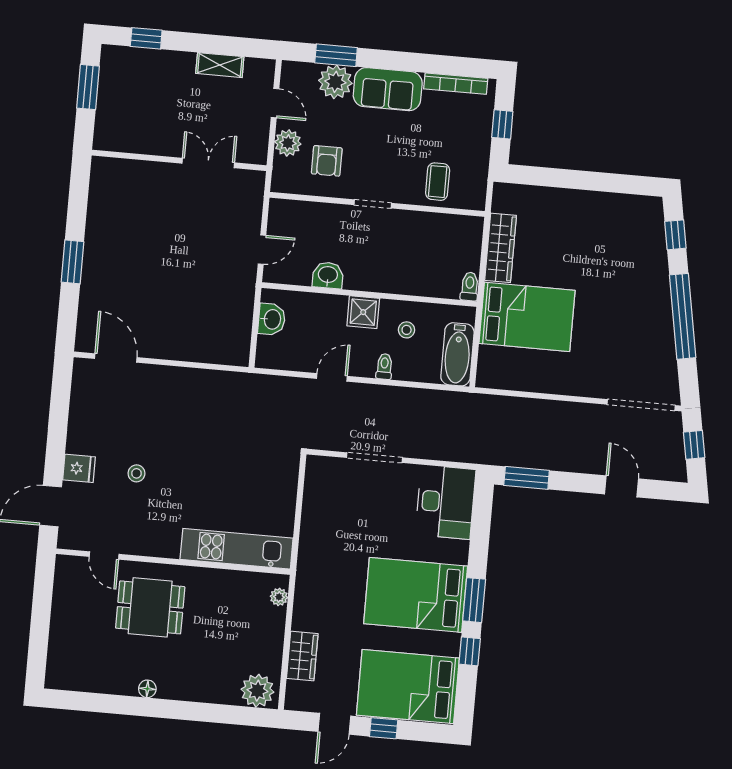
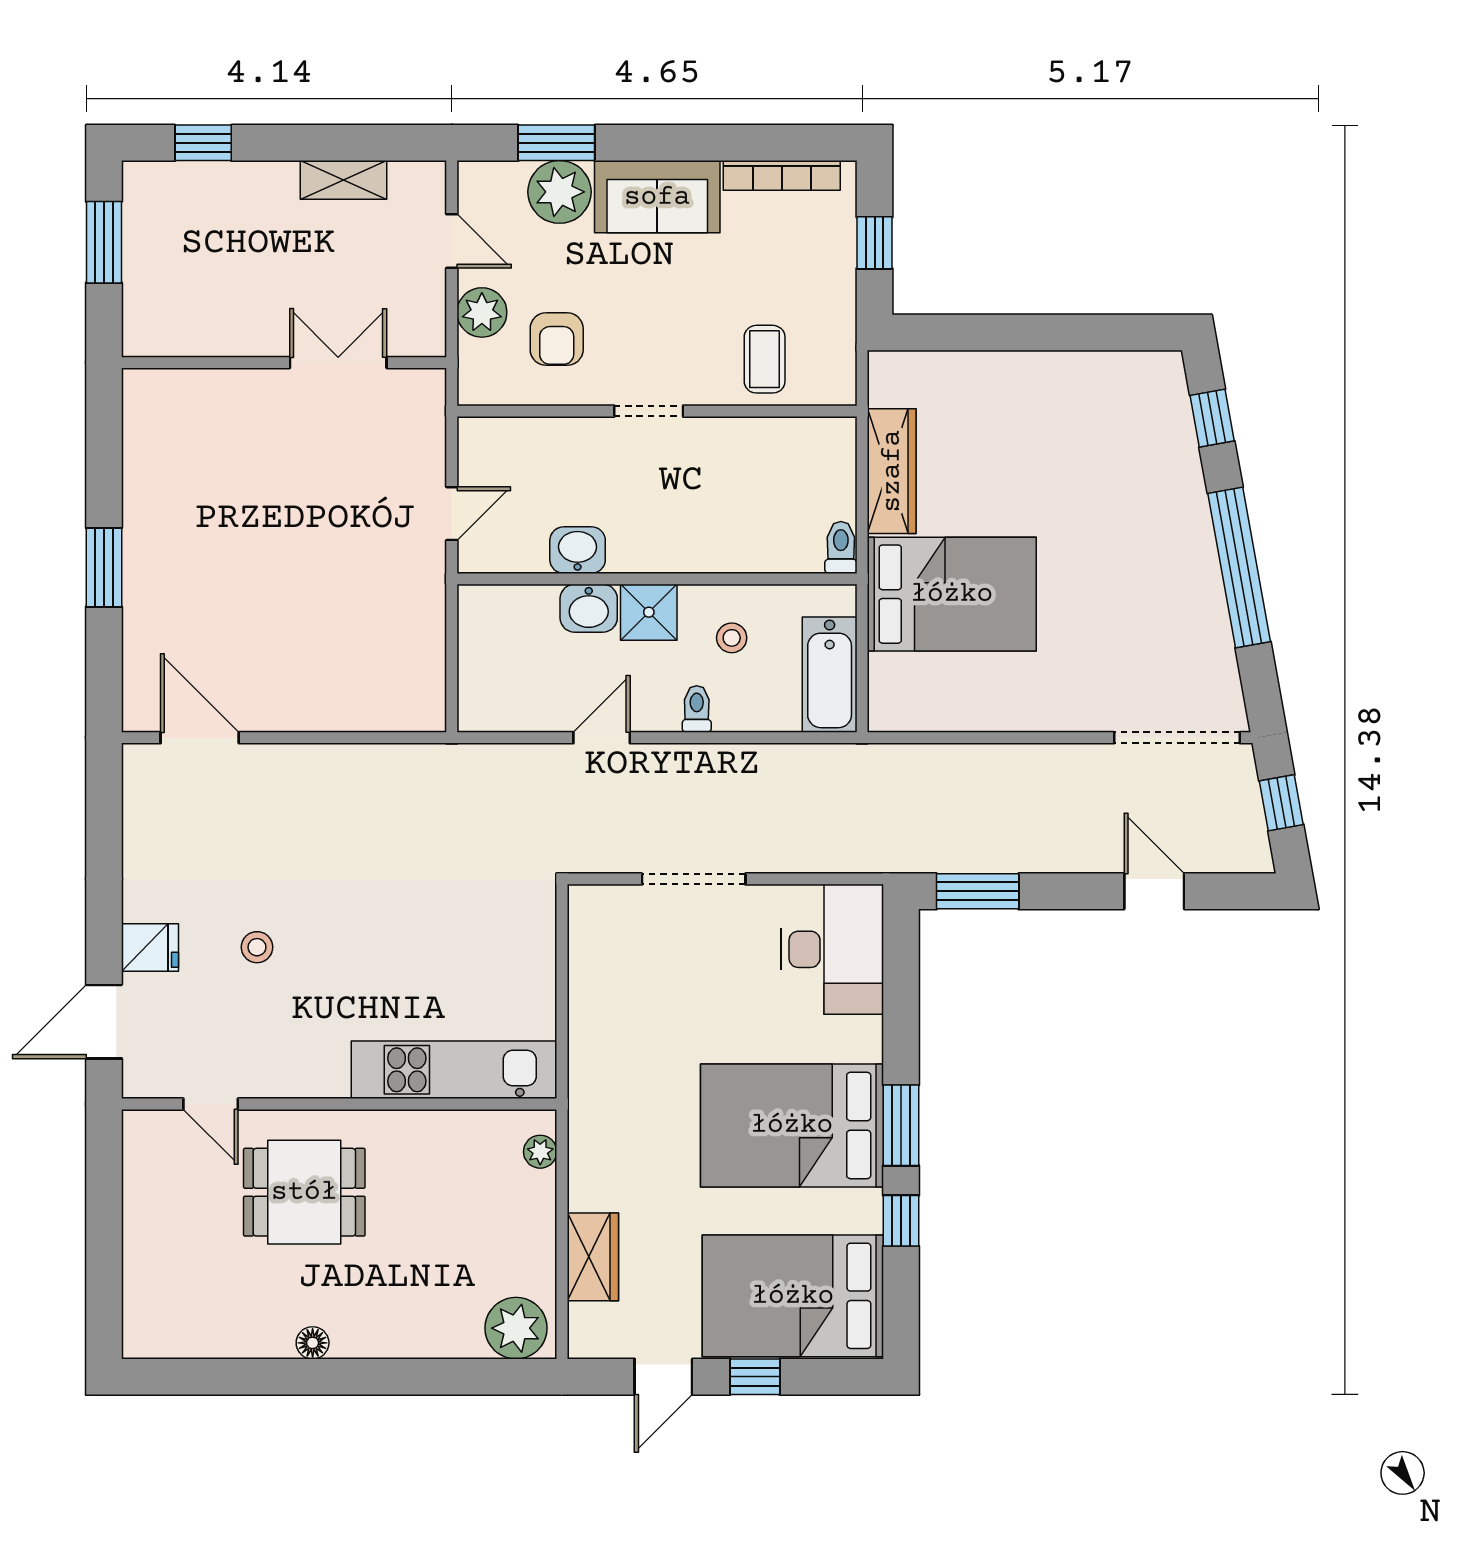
washbasin: (272, 319) -> (589, 608), moved, turned 90

